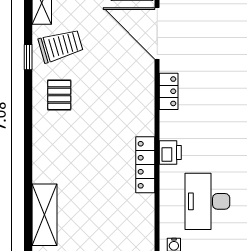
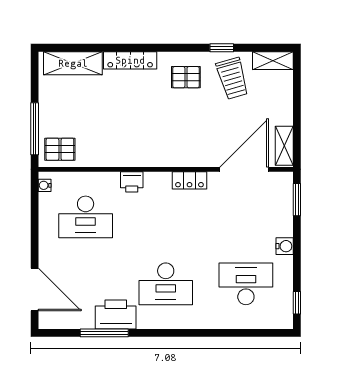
locker: (145, 165) -> (130, 60), moved, turned 180
desk: (207, 201) -> (86, 217), turned 180
pallet: (136, 228) -> (60, 149), added

